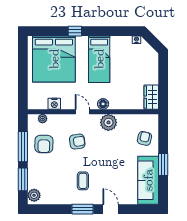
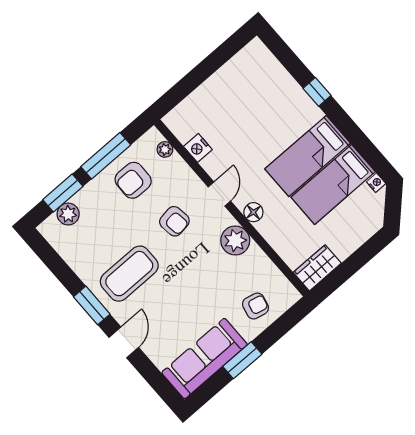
bed: (54, 59) -> (333, 184), moved, width x0.49
coffee table: (83, 181) -> (129, 274), width x1.86, depth x1.72
plant: (34, 195) -> (68, 214), moved

